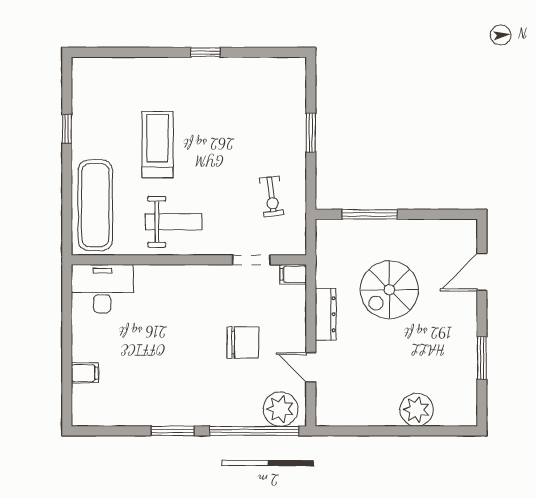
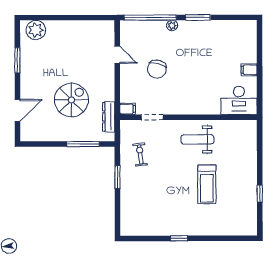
window: (311, 133) -> (117, 177), moved
exercise mat: (95, 205) -> (243, 149), removed
dresser: (326, 314) -> (109, 117), moved
chair: (243, 342) -> (157, 69), turned -76
filing cabinet: (85, 373) -> (249, 70), moved
plant: (281, 409) -> (172, 26), moved, width x0.53, depth x0.53
plant: (417, 410) -> (36, 30), moved

